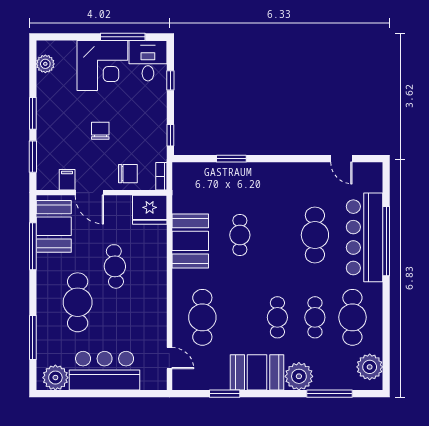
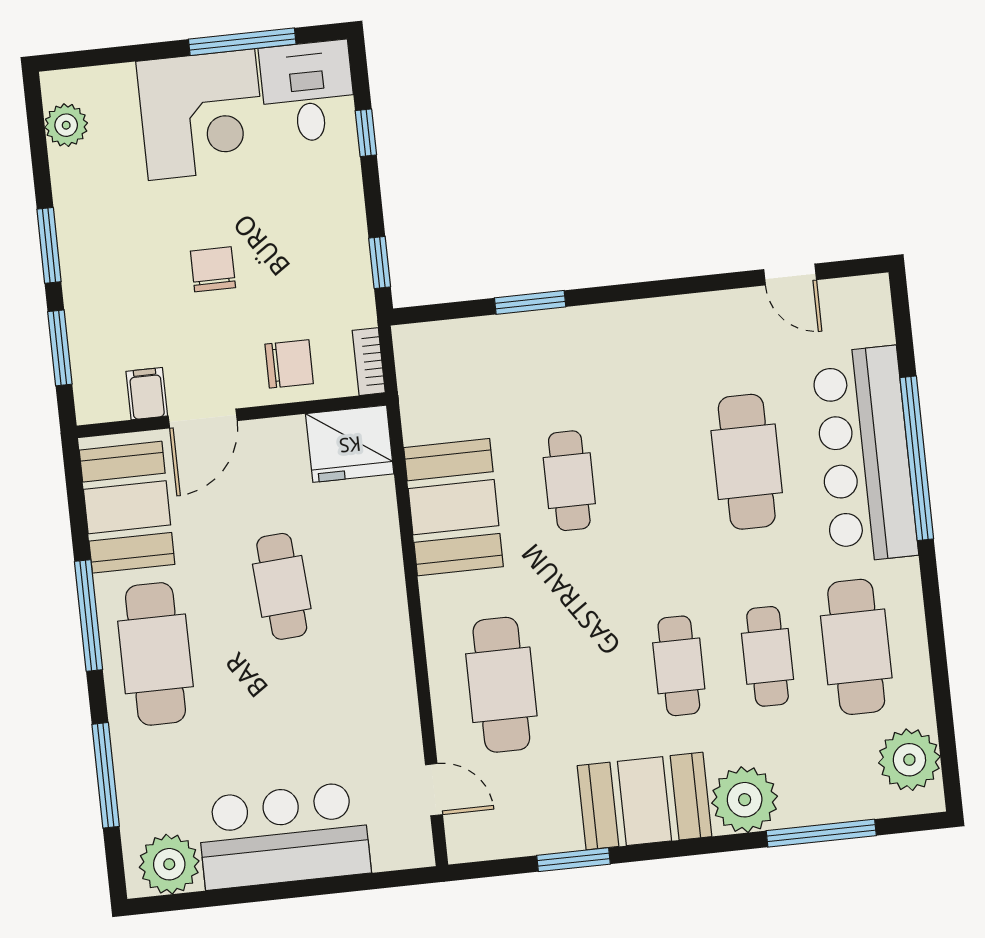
door: (89, 193) -> (203, 418), hinge flipped
window: (33, 246) -> (89, 616), moved
cafe table: (78, 302) -> (155, 654), moved

